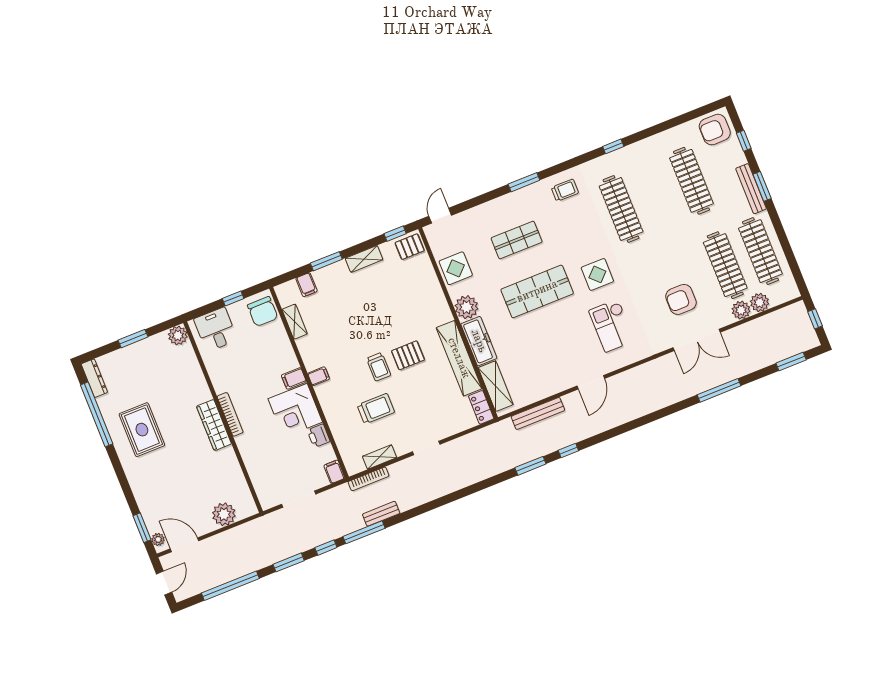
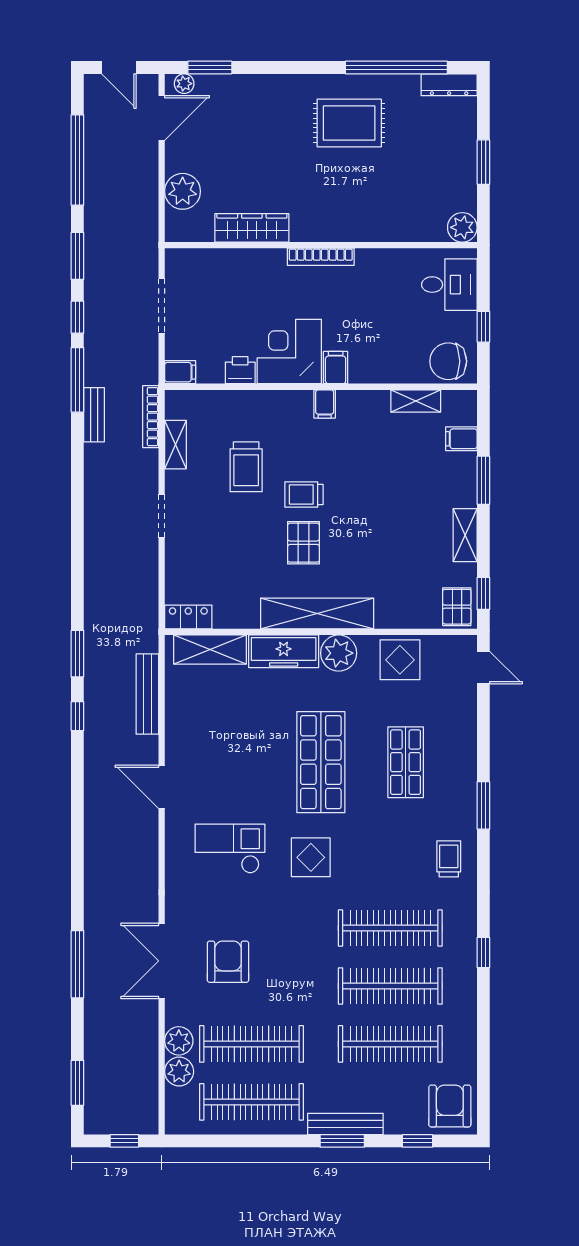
trolley: (565, 190) -> (449, 859), turned 180
clothes rail: (656, 195) -> (390, 986), added
shelving: (459, 358) -> (317, 614), moved
wardrobe: (214, 425) -> (252, 228), moved

